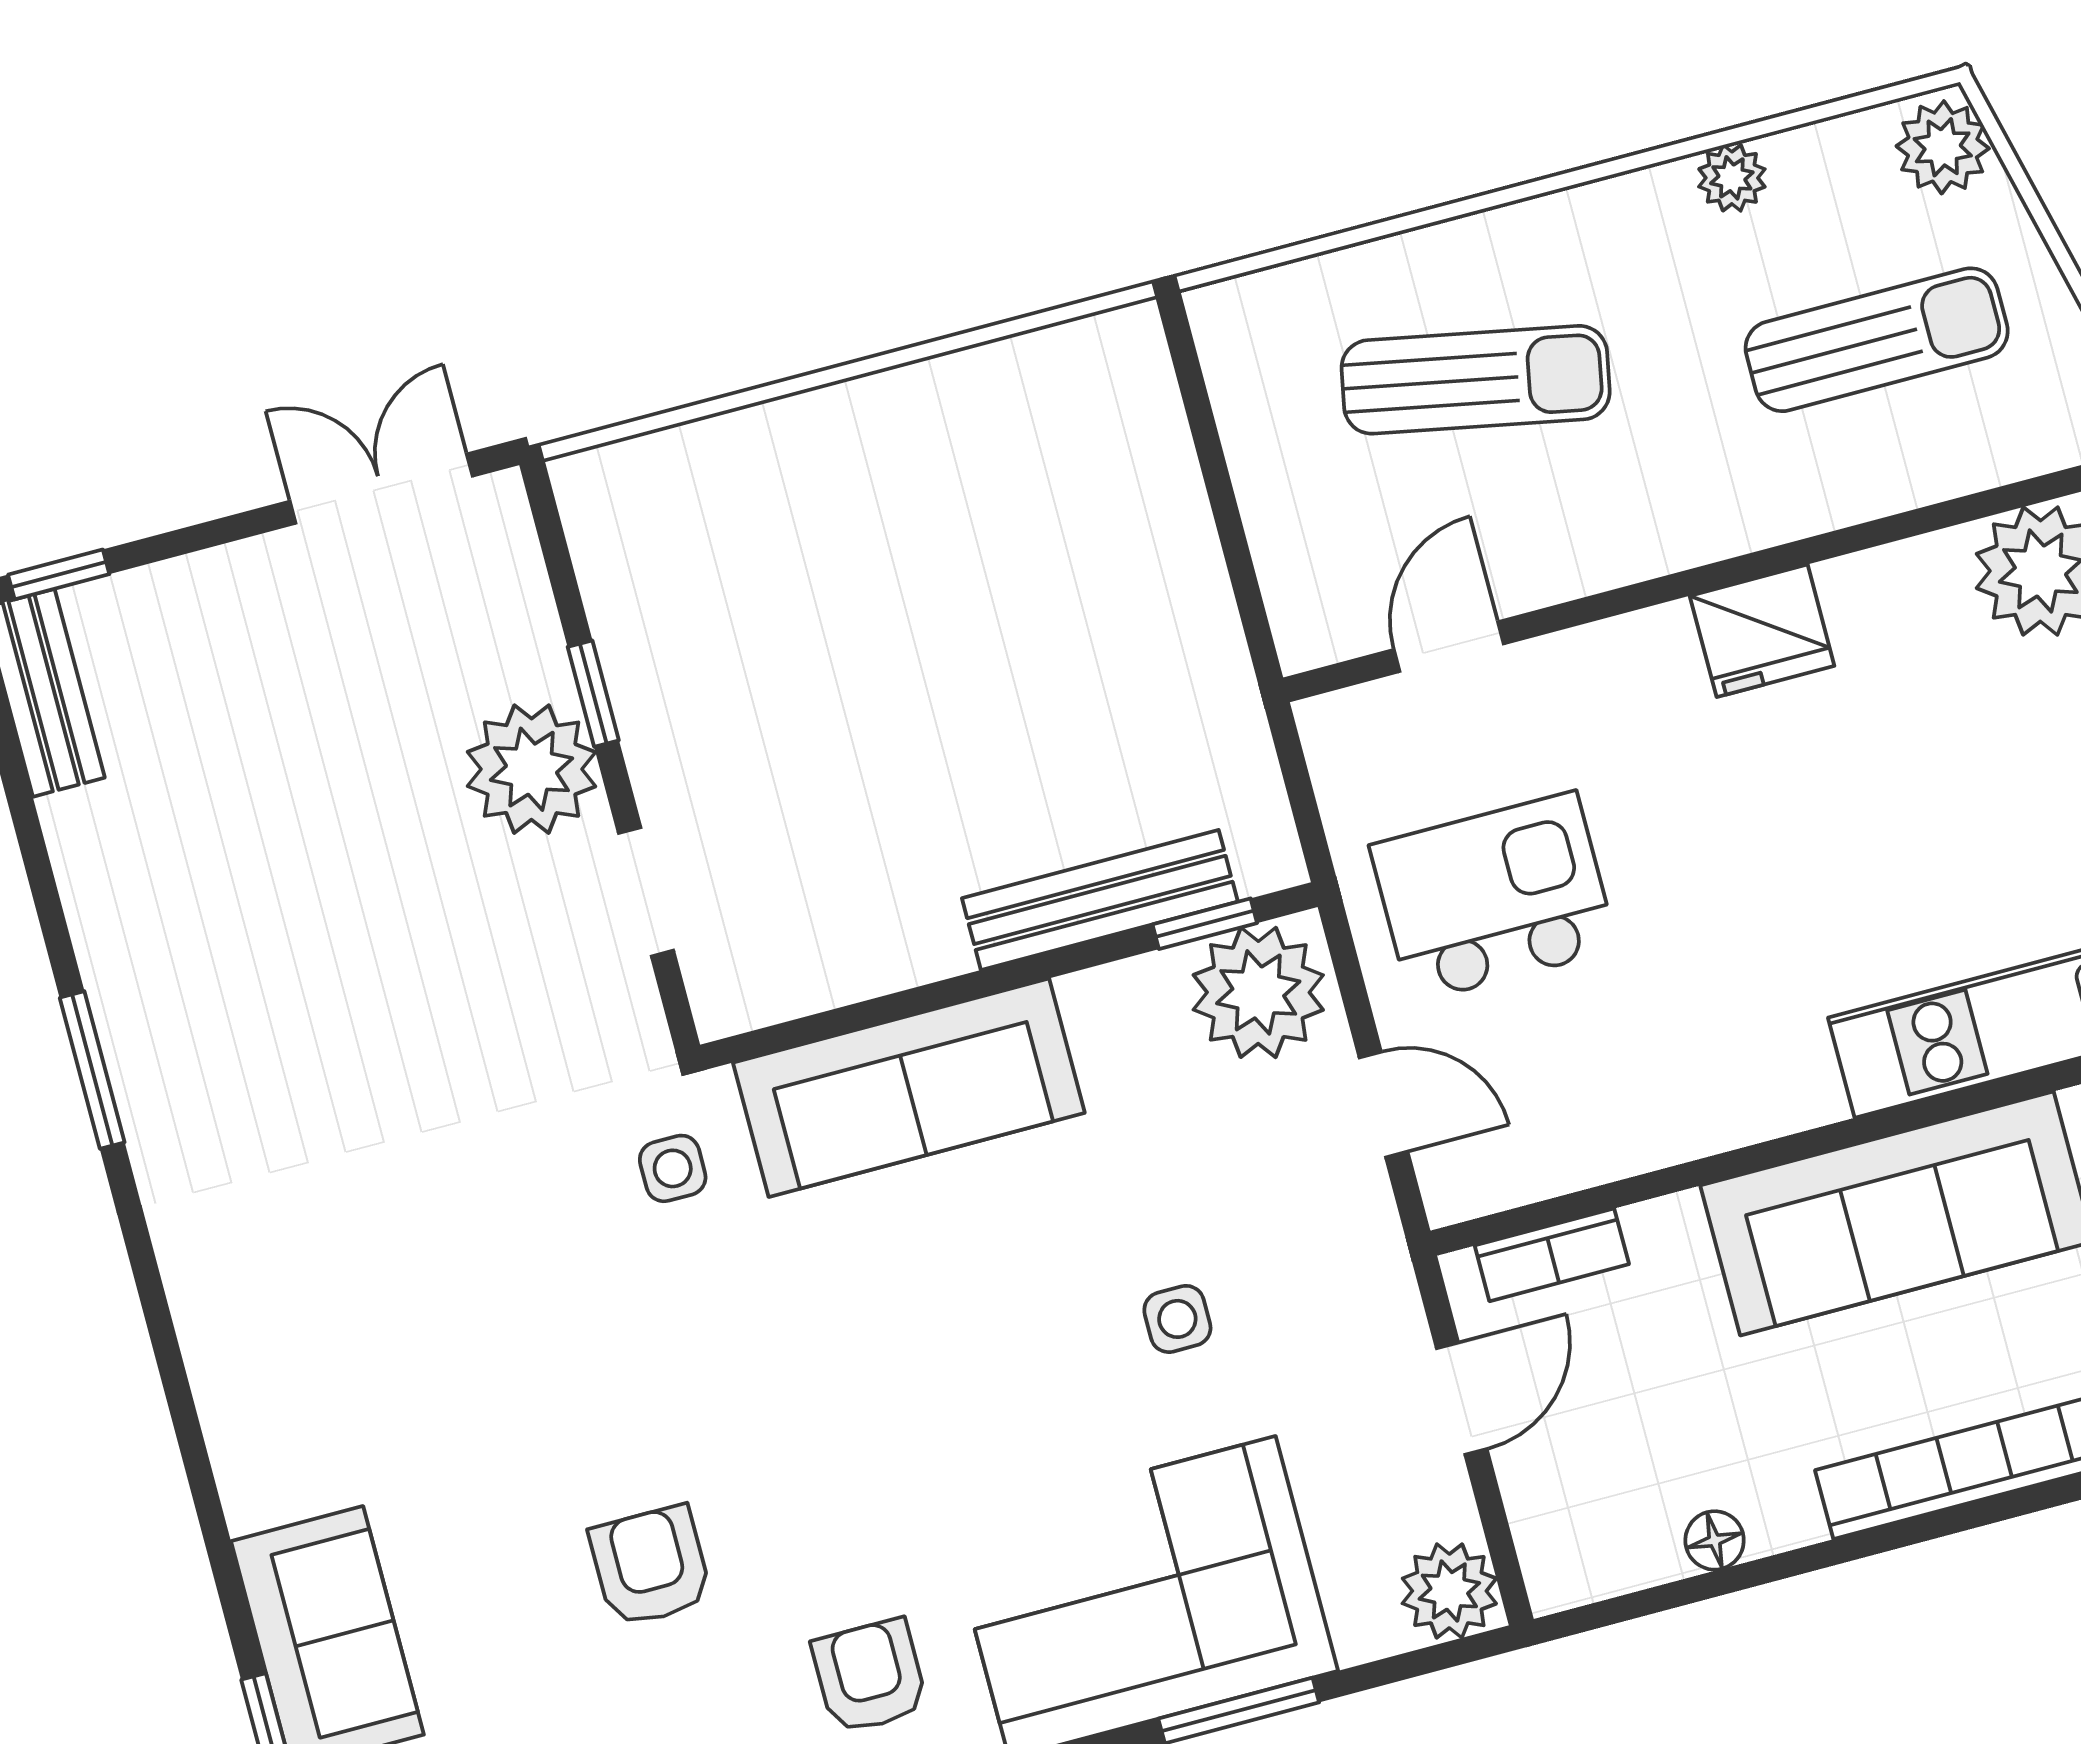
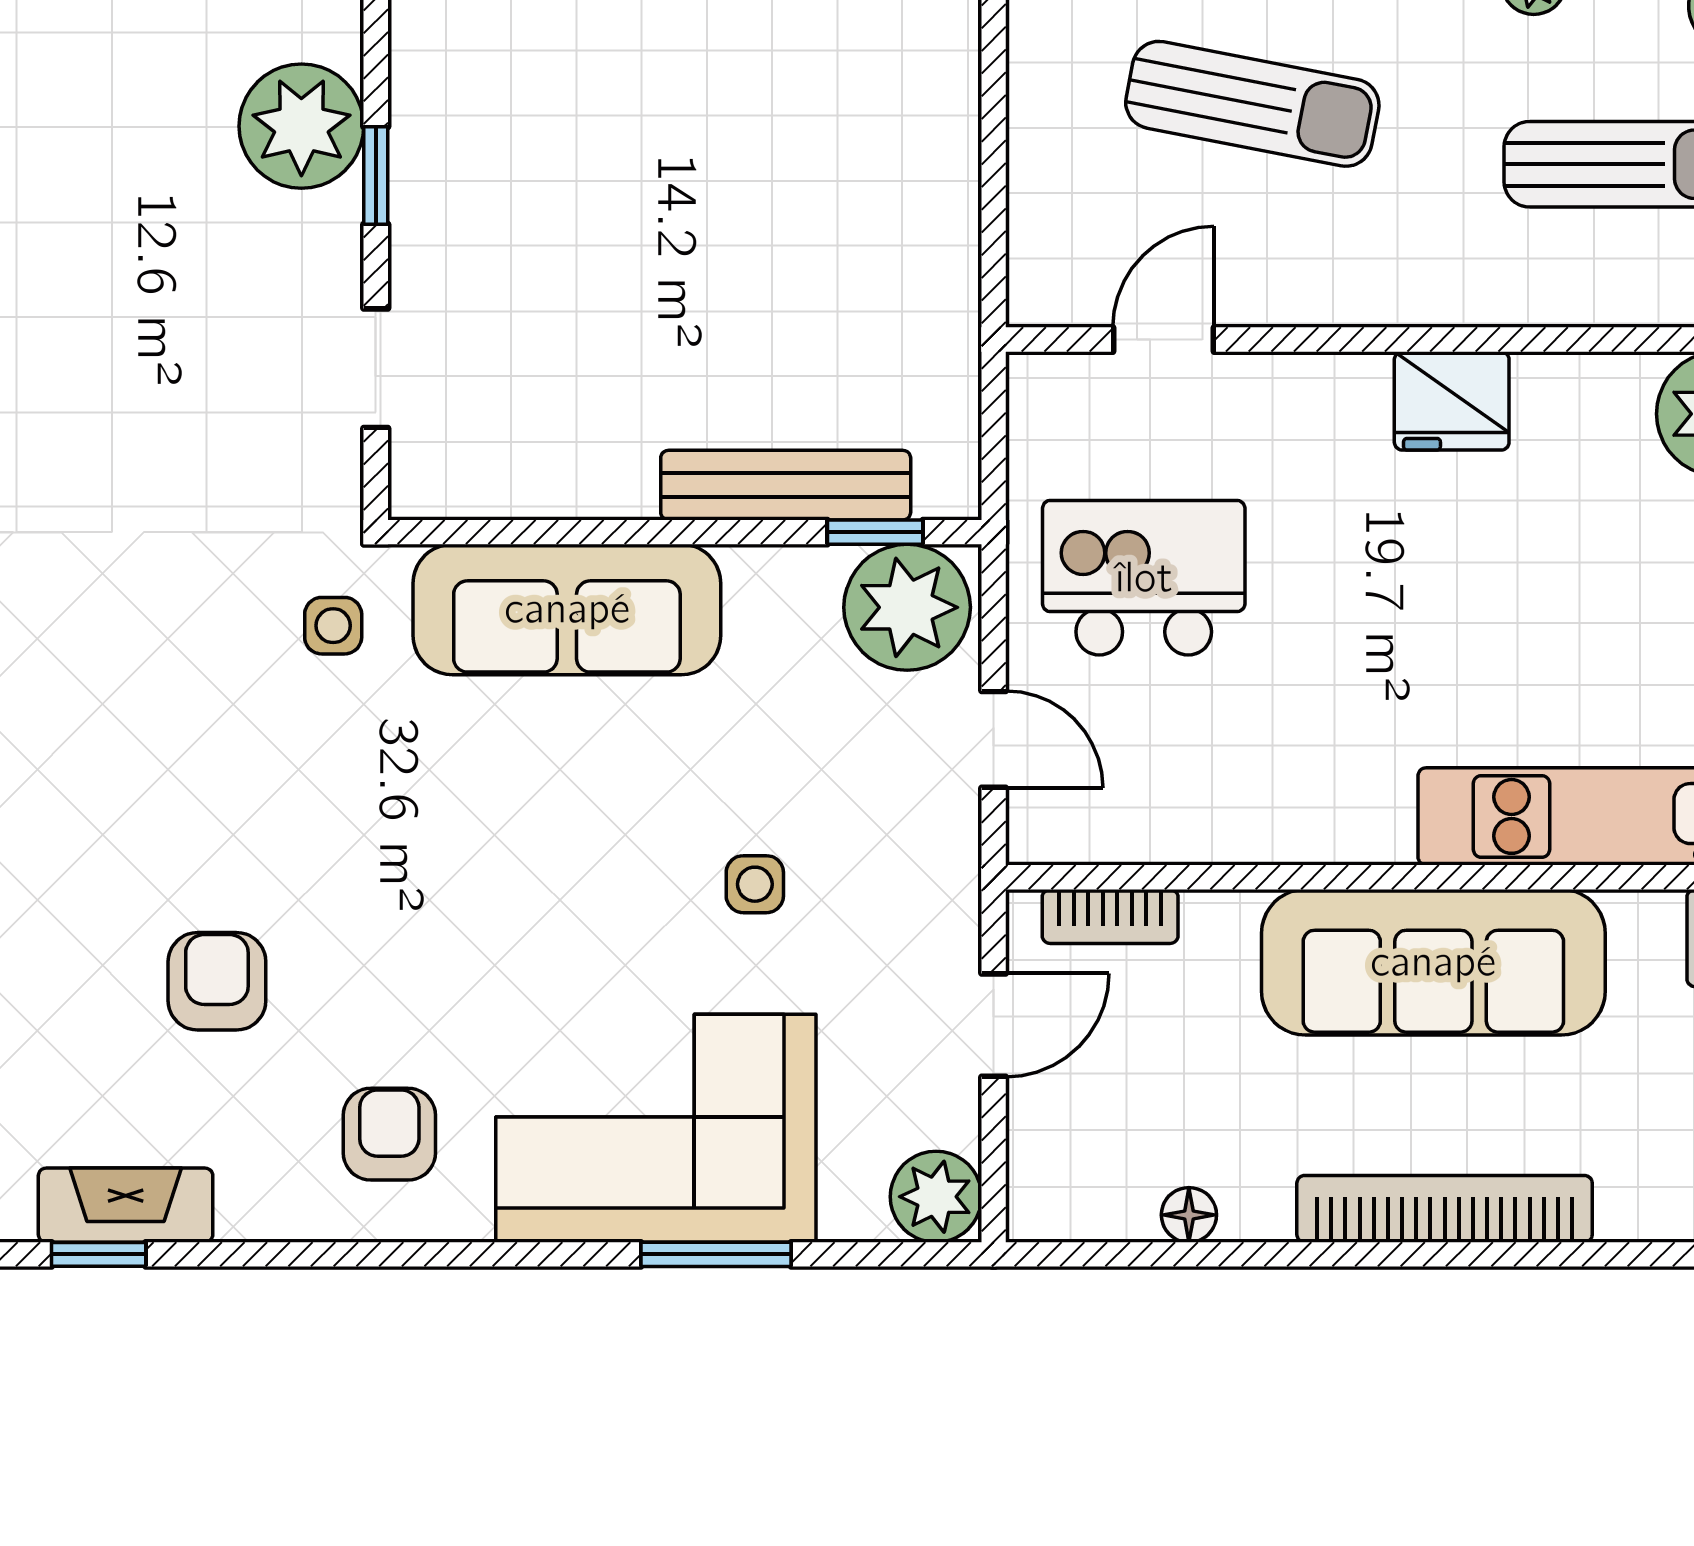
plant: (532, 769) -> (301, 126), moved

